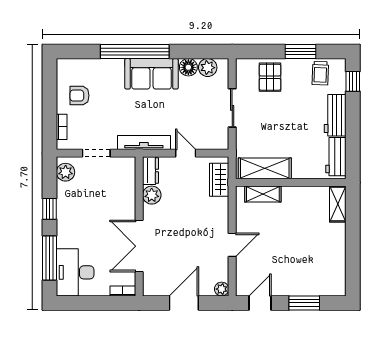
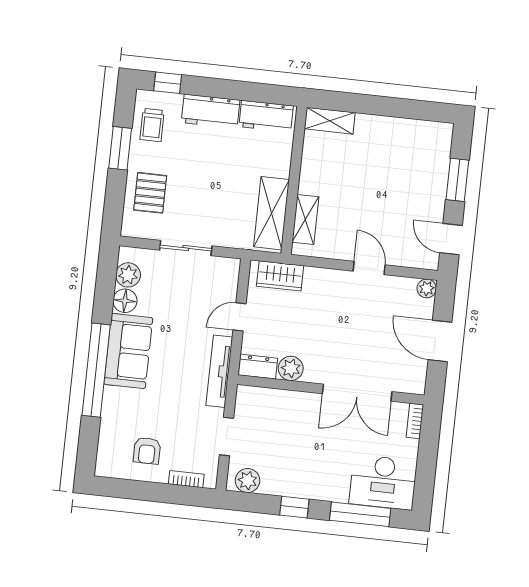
trolley: (320, 73) -> (152, 125), turned 88
pallet: (270, 77) -> (150, 193), turned 90

